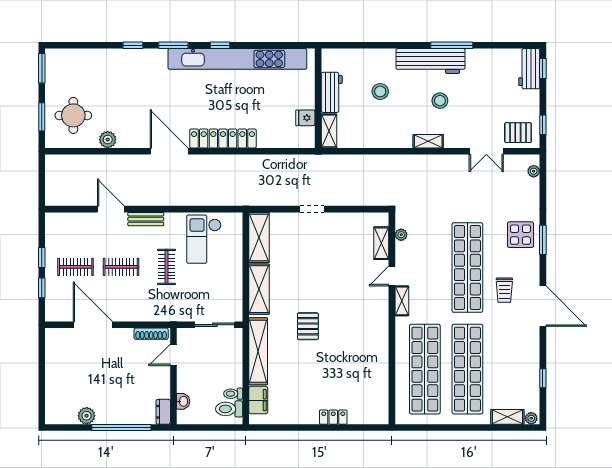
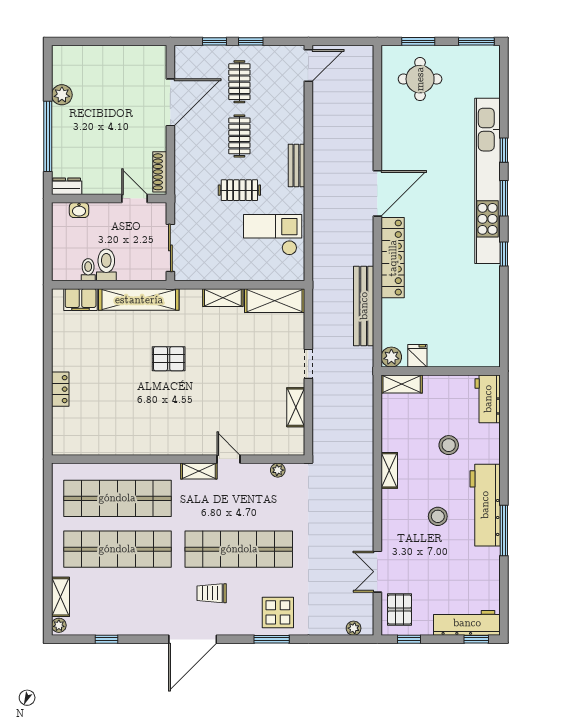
kitchen unit: (237, 59) -> (487, 181), moved
workbench: (529, 69) -> (467, 623), width x1.38
workbench: (332, 92) -> (488, 399), moved, turned 90
plant: (108, 140) -> (391, 357), moved
shelving: (428, 141) -> (389, 470), moved
bench: (264, 163) -> (364, 306), added
door: (111, 209) -> (308, 66), moved
shelving: (381, 243) -> (296, 407), moved, turned 90
shelving: (259, 289) -> (223, 298), width x0.67, depth x0.75
toilet: (229, 409) -> (106, 265), moved

